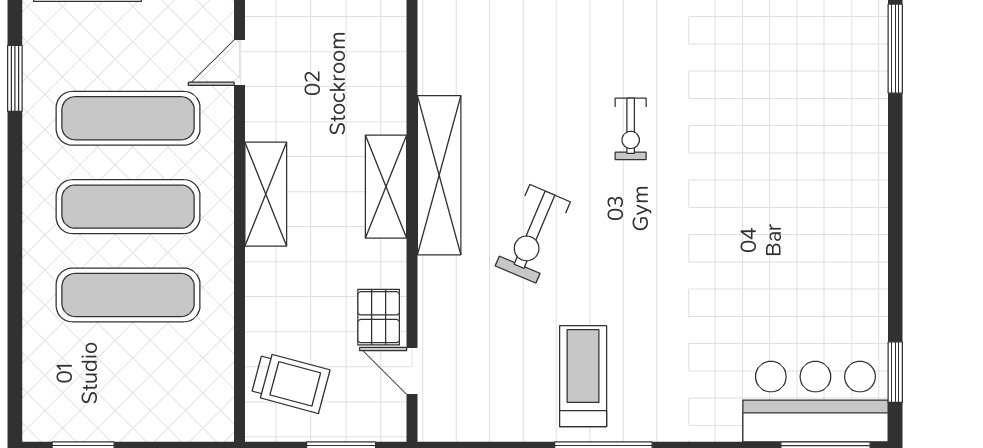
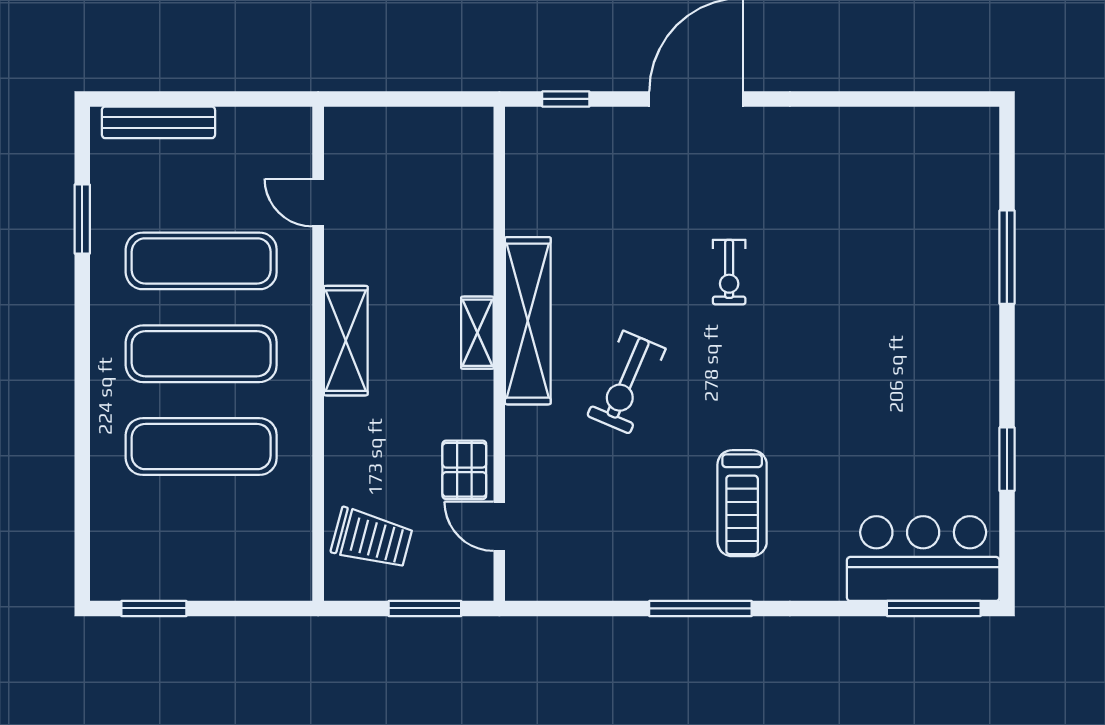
window: (895, 49) -> (1007, 257), moved
door: (239, 63) -> (318, 203), hinge flipped
shelving: (386, 187) -> (477, 333), width x0.67, depth x0.75
window: (895, 372) -> (1007, 459), moved
treadmill: (583, 376) -> (742, 503), moved, turned 180

